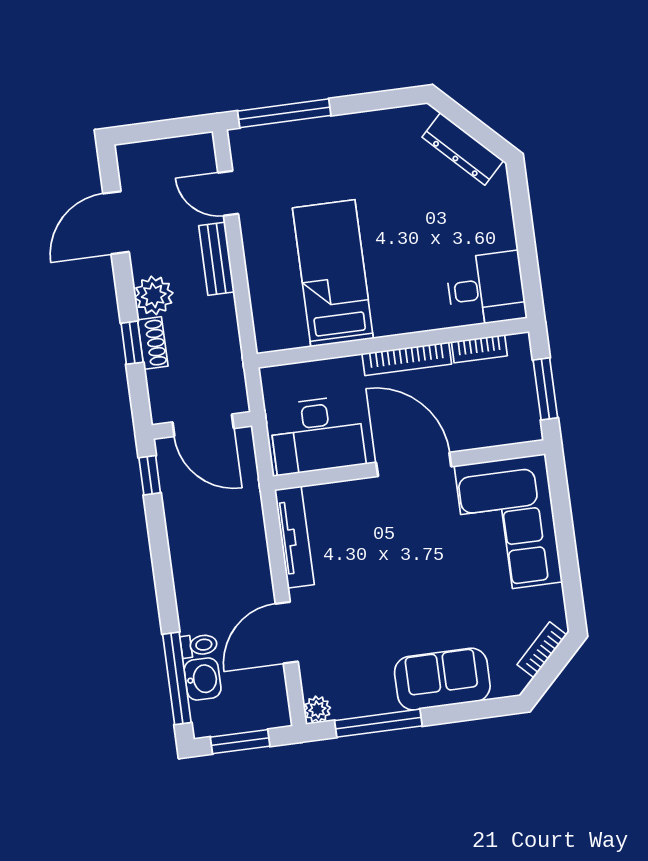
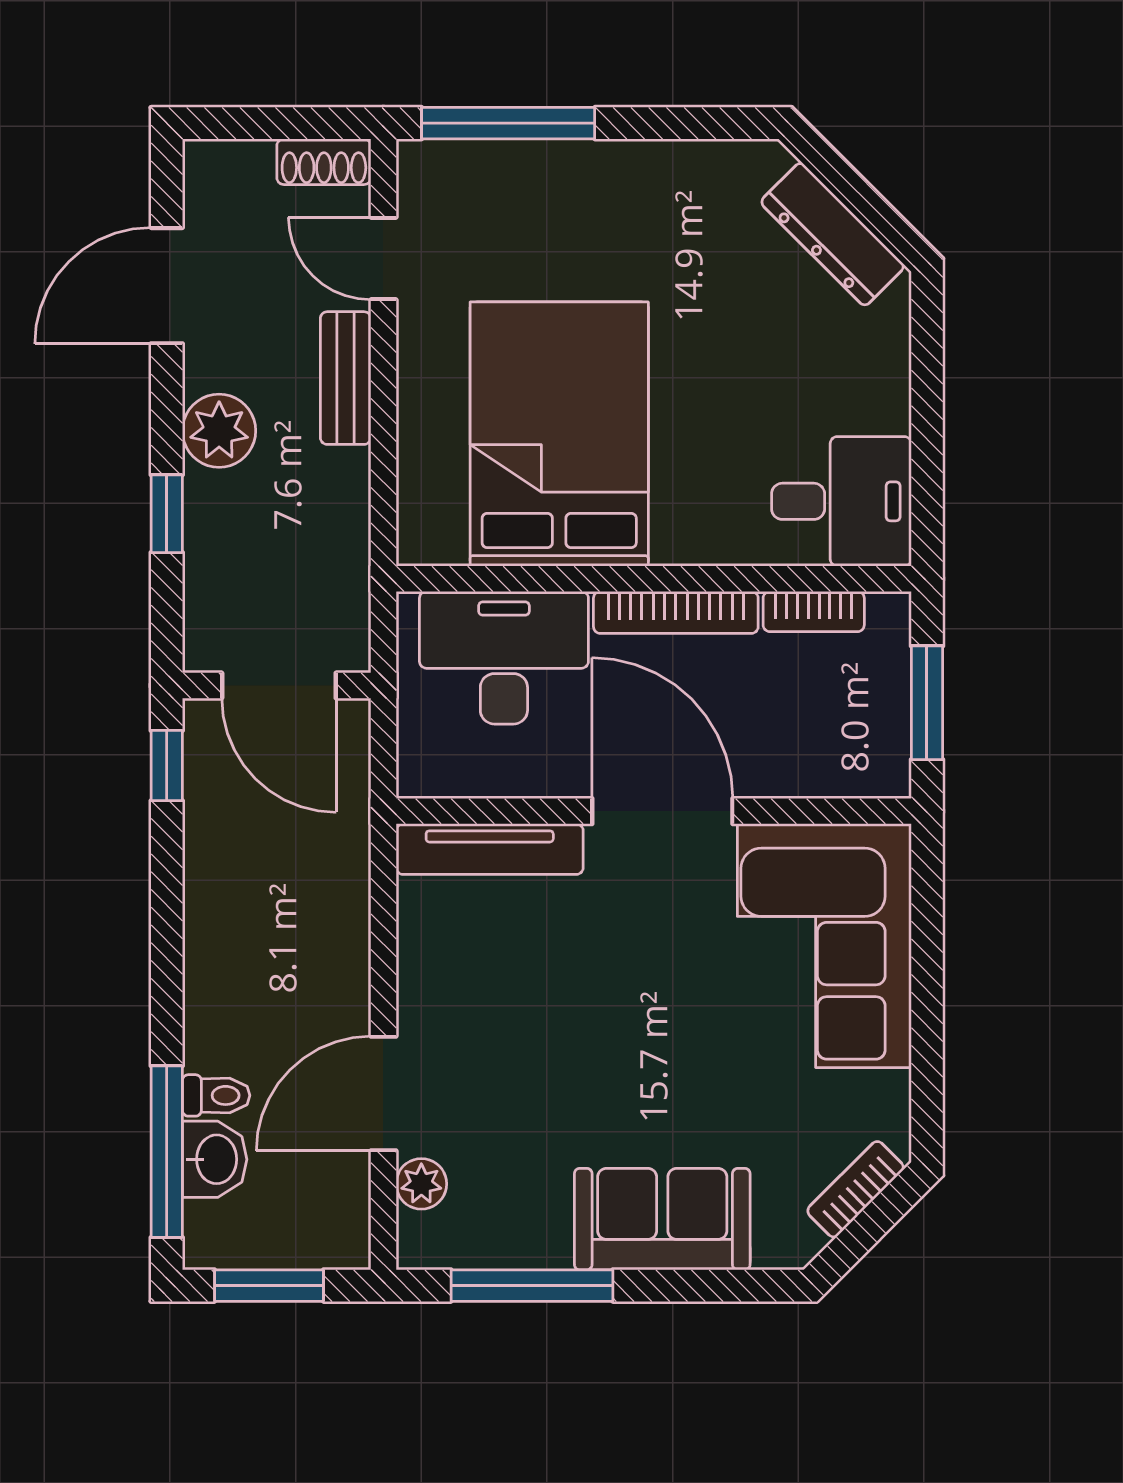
bed: (333, 273) -> (559, 434), width x1.50
shoe rack: (153, 343) -> (324, 162), moved, turned 90
desk: (317, 435) -> (504, 658), moved, turned 180
tv unit: (294, 537) -> (490, 849), moved, turned 90
plant: (317, 709) -> (421, 1184), moved

